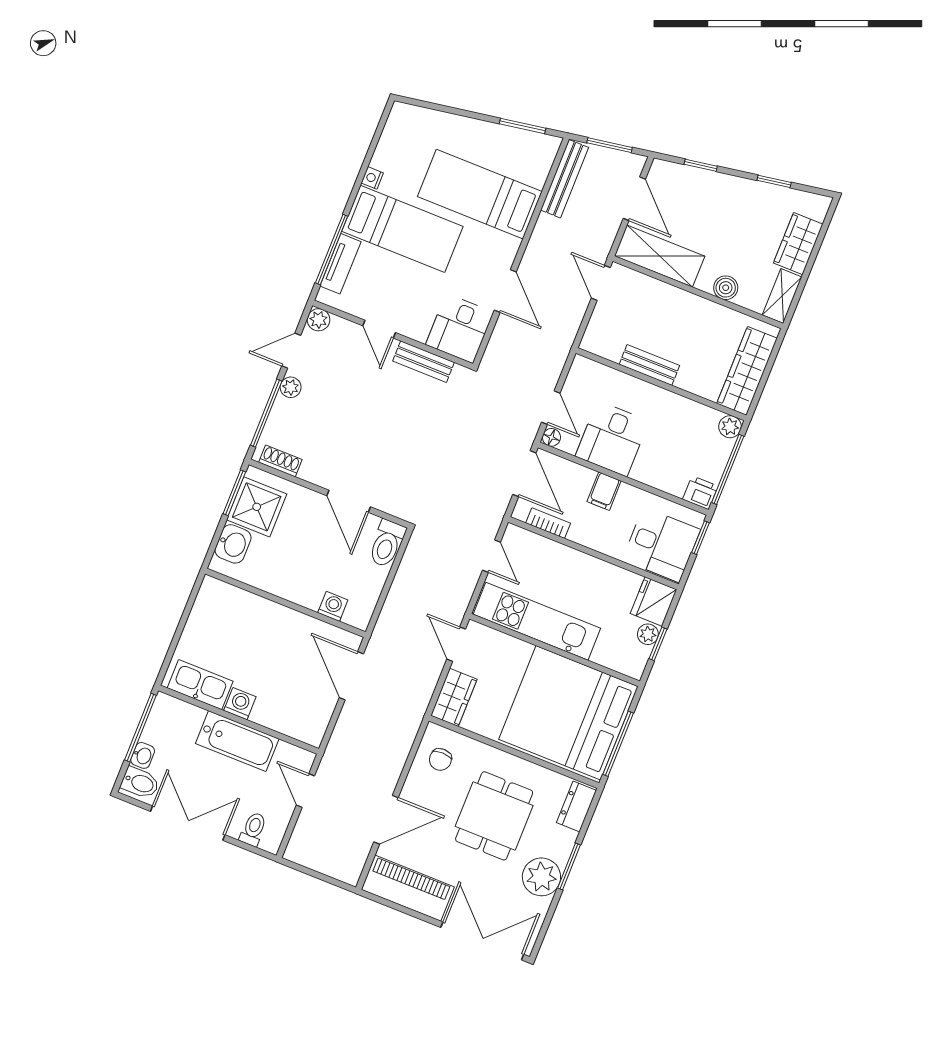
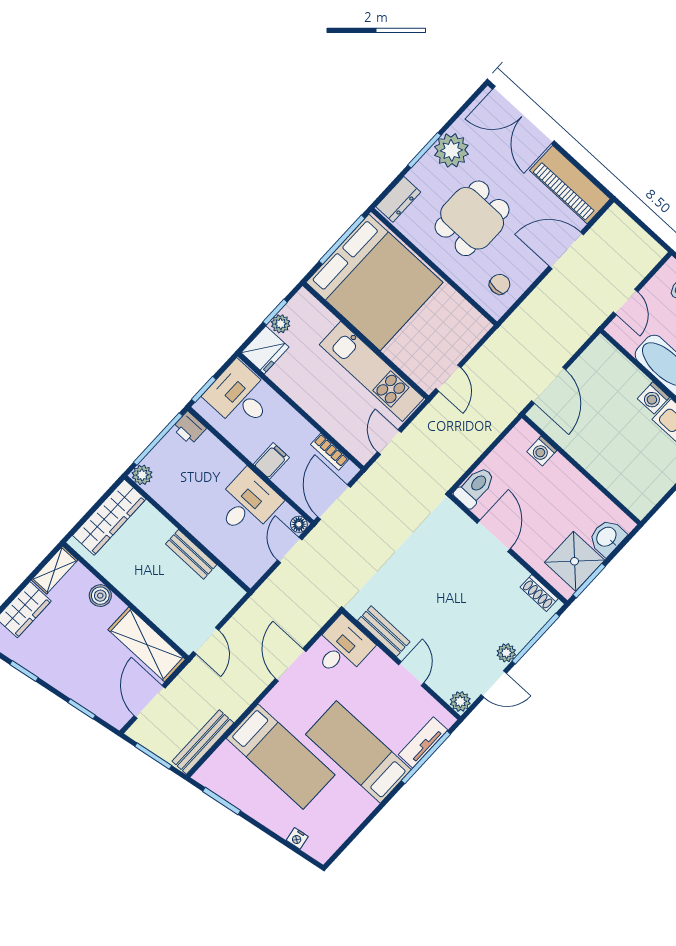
nightstand: (372, 178) -> (297, 838), moved, turned 81
wardrobe: (454, 697) -> (468, 333), removed

